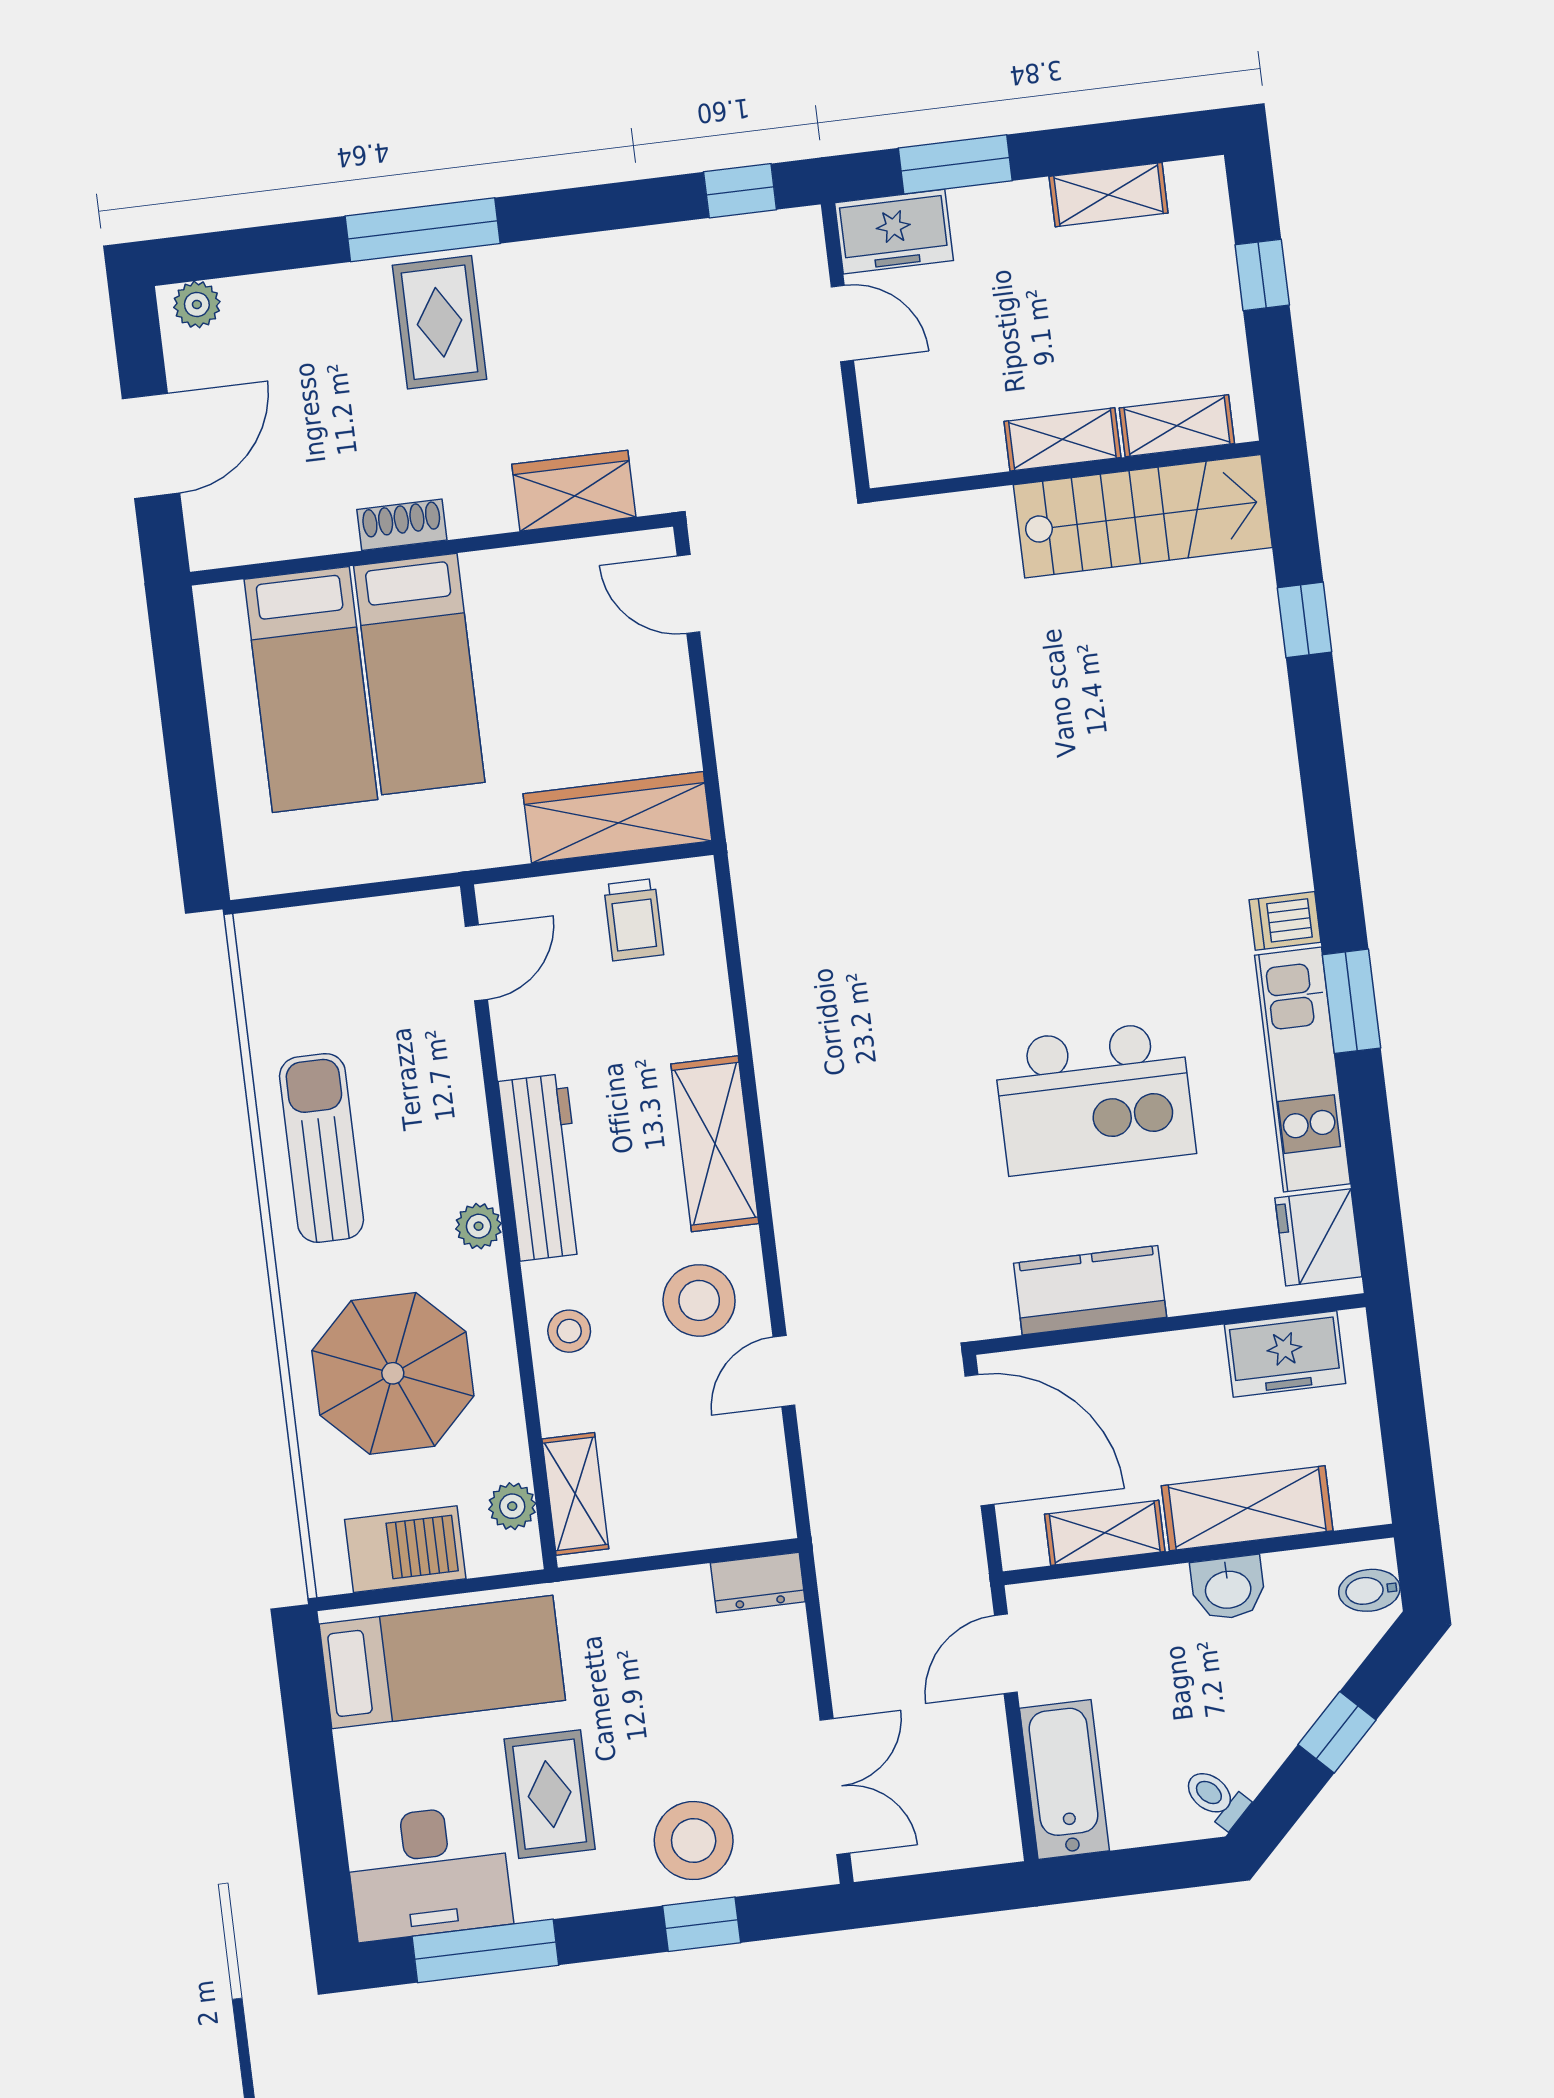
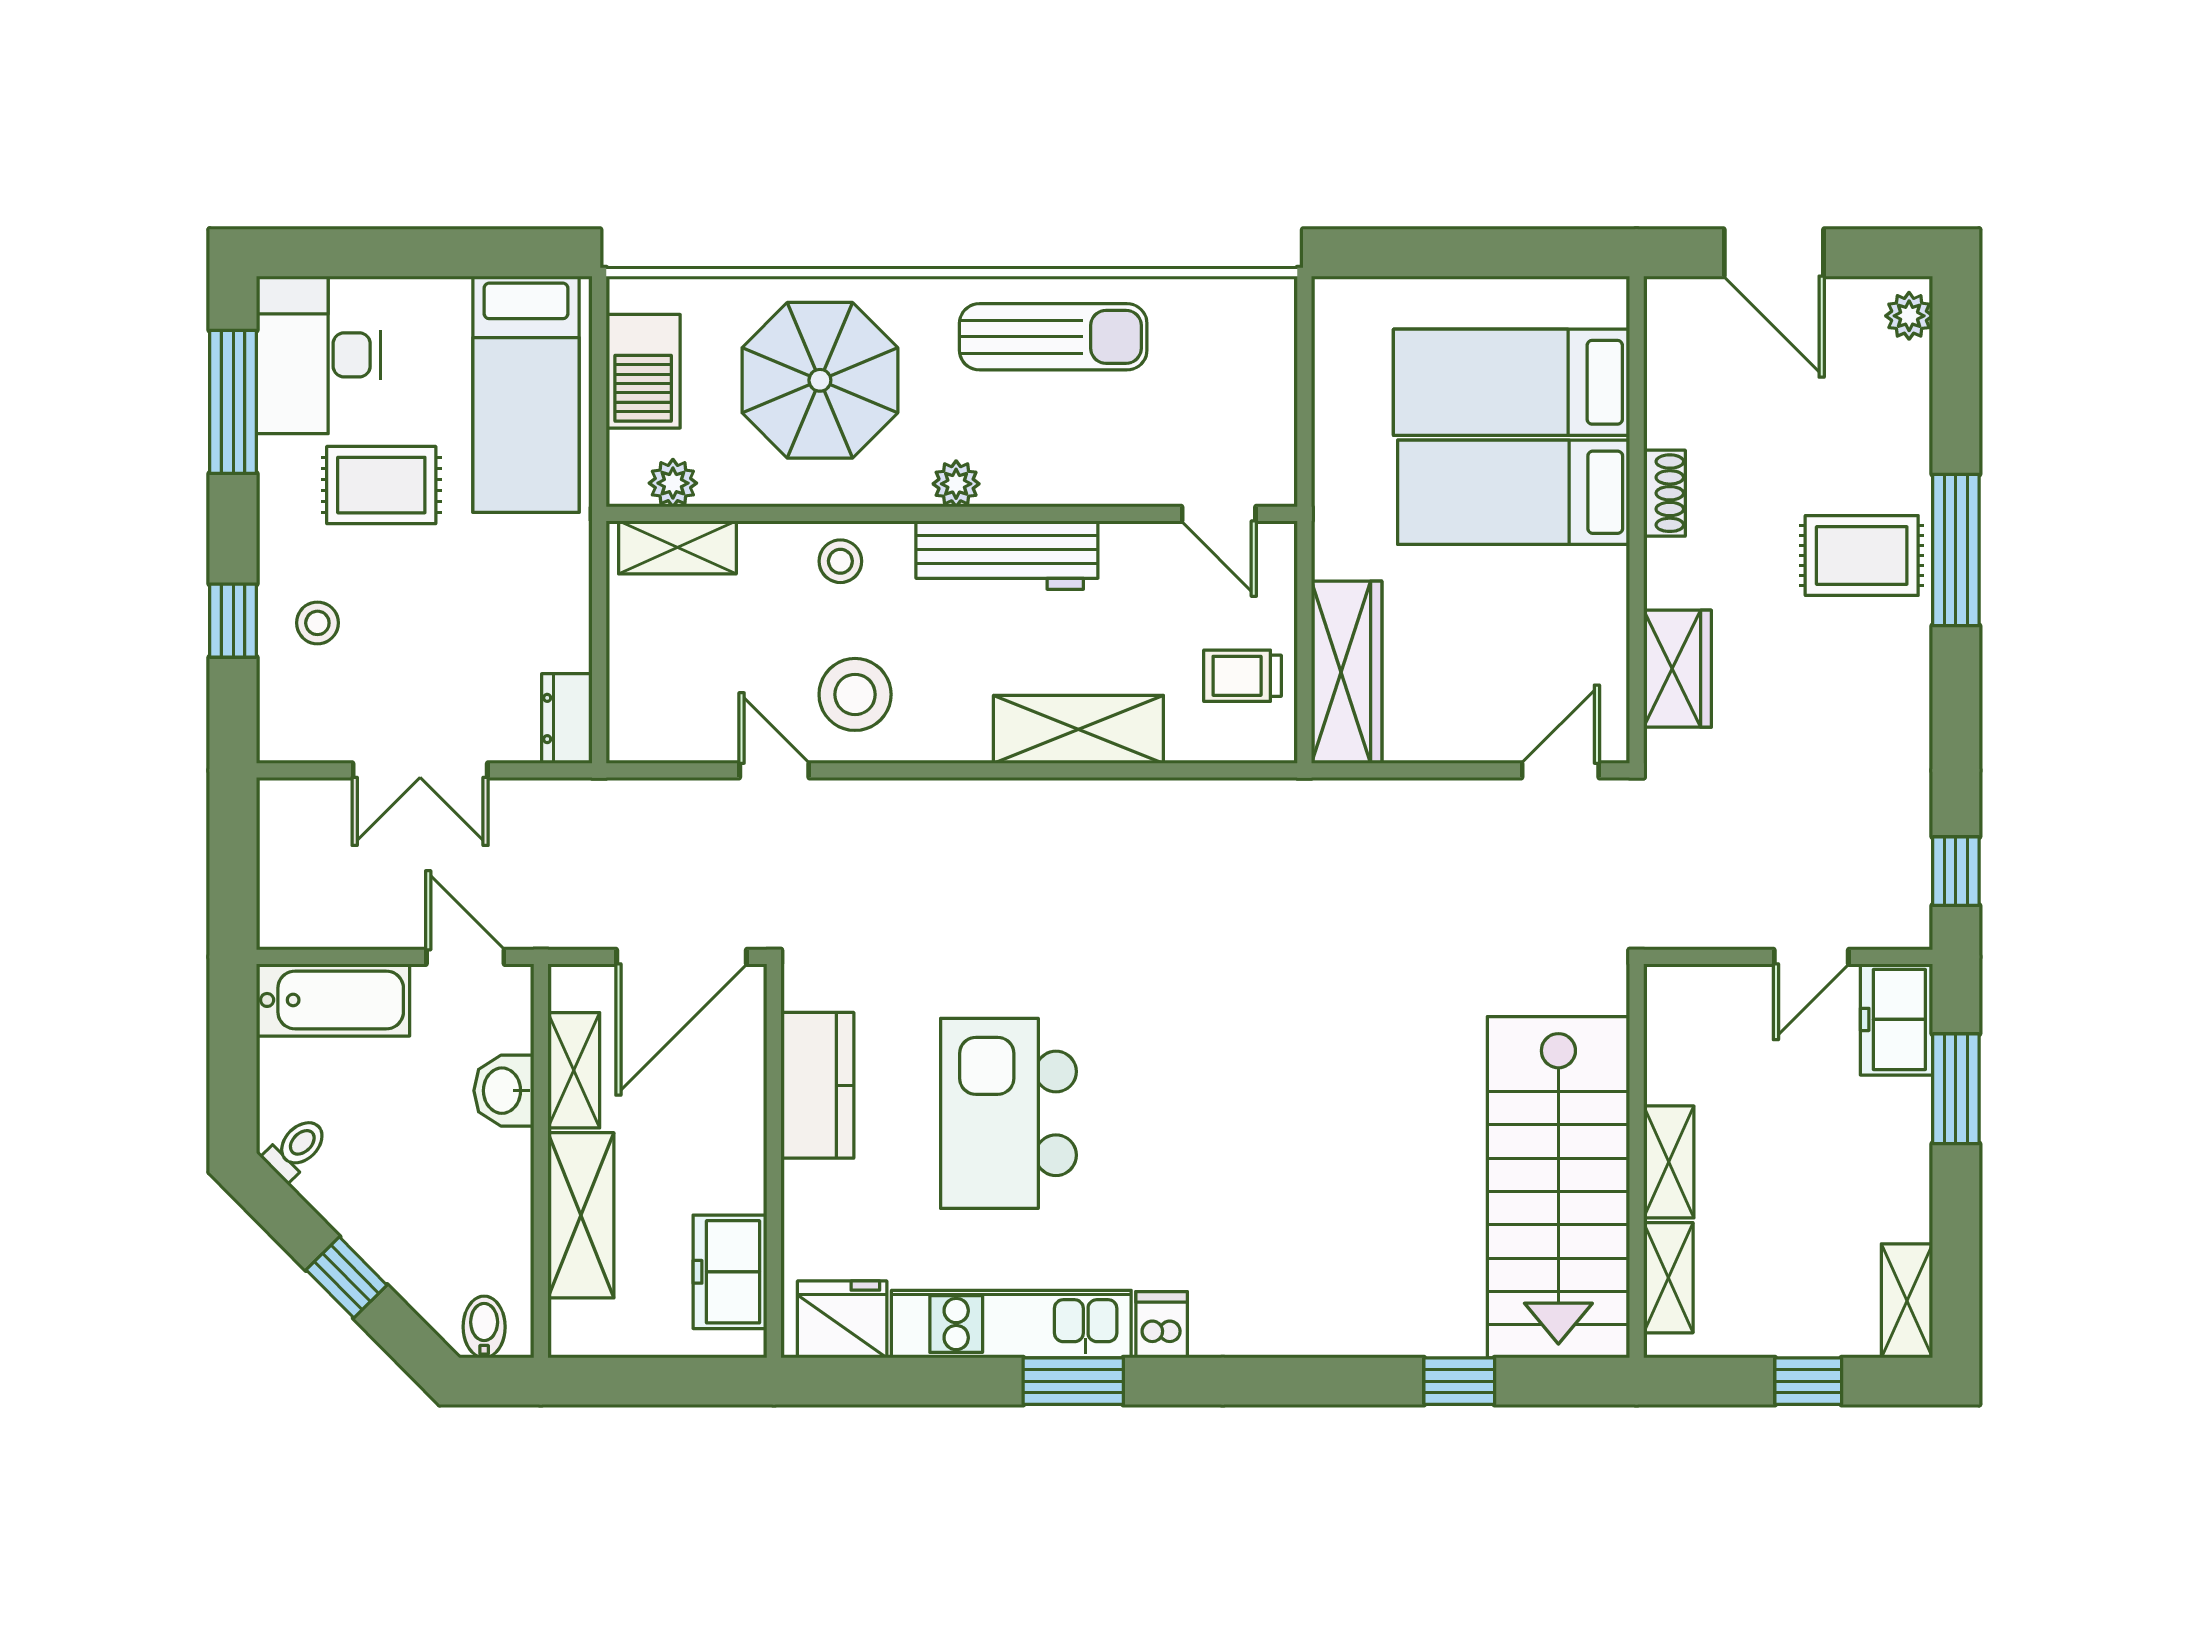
shelving: (1109, 195) -> (1907, 1301), moved
stairs: (1143, 516) -> (1558, 1187), width x1.36, depth x1.51
shelving: (715, 1144) -> (1078, 729), moved
washbasin: (1228, 1588) -> (504, 1091), moved
double door: (835, 1786) -> (420, 770), moved
stool: (694, 1841) -> (317, 623), width x0.53, depth x0.53

